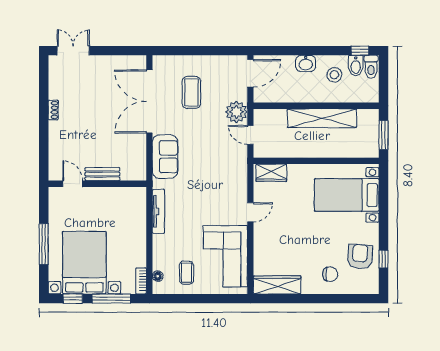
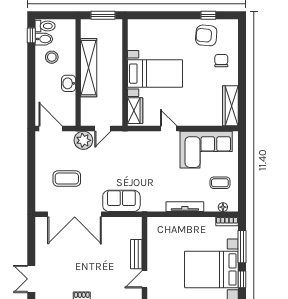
washbasin: (306, 63) -> (69, 83), moved, turned 180
bed with nightstands: (347, 195) -> (155, 74), moved, turned -90
tv unit: (158, 211) -> (185, 207), moved

